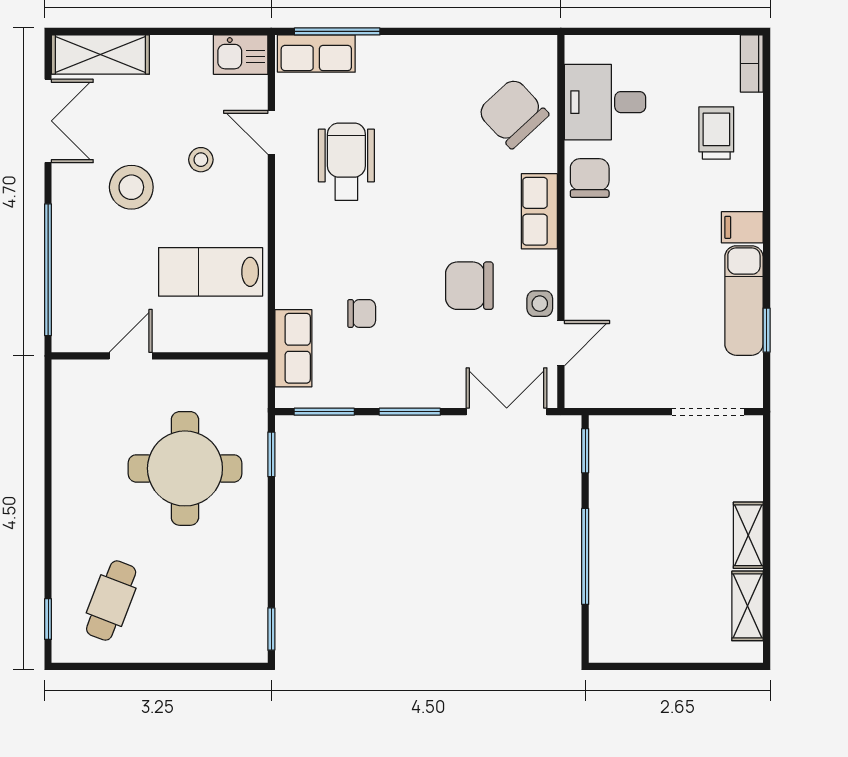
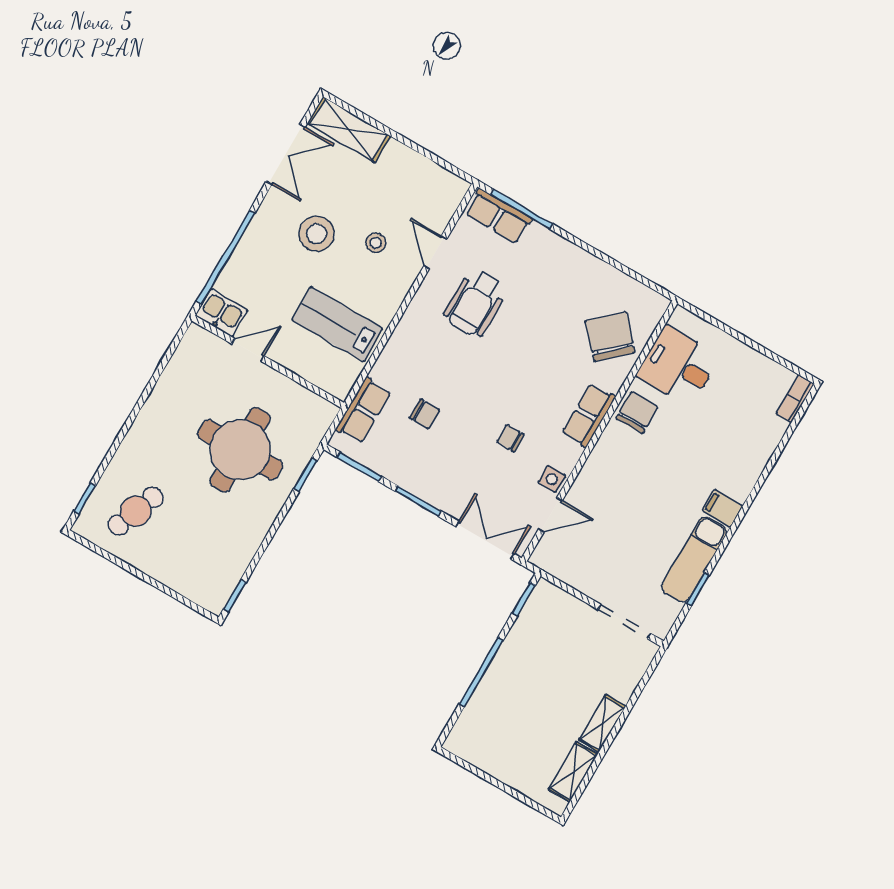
kitchen sink: (241, 55) -> (221, 313), moved, turned 180
trolley: (716, 133) -> (743, 432), removed
wheelchair: (346, 162) -> (475, 303), turned 180
chair: (469, 286) -> (510, 438), width x0.54, depth x0.54

